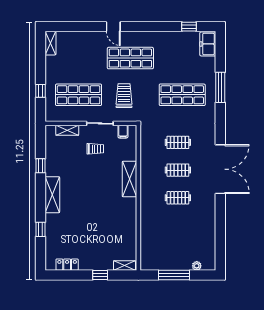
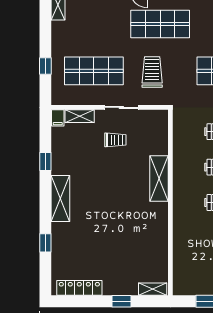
filing cabinet: (123, 132) -> (58, 118), moved
locker: (67, 265) -> (79, 288), width x1.53

